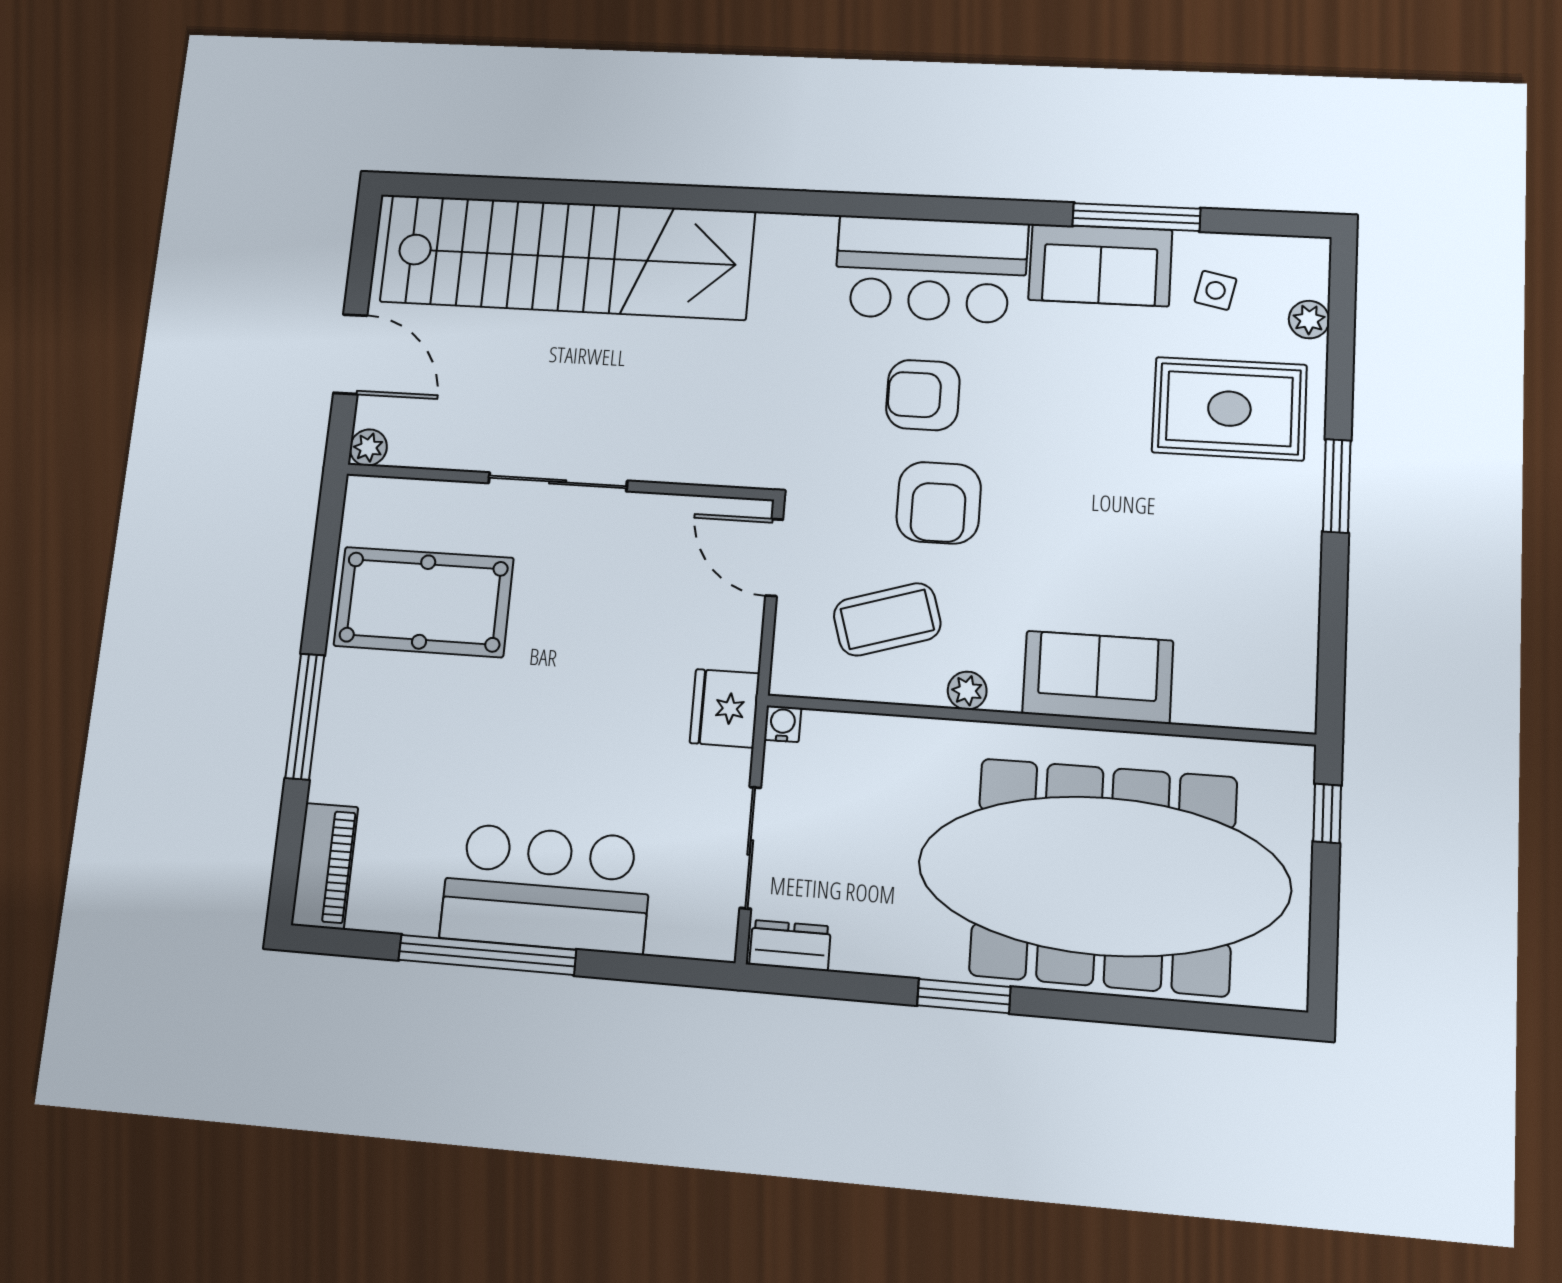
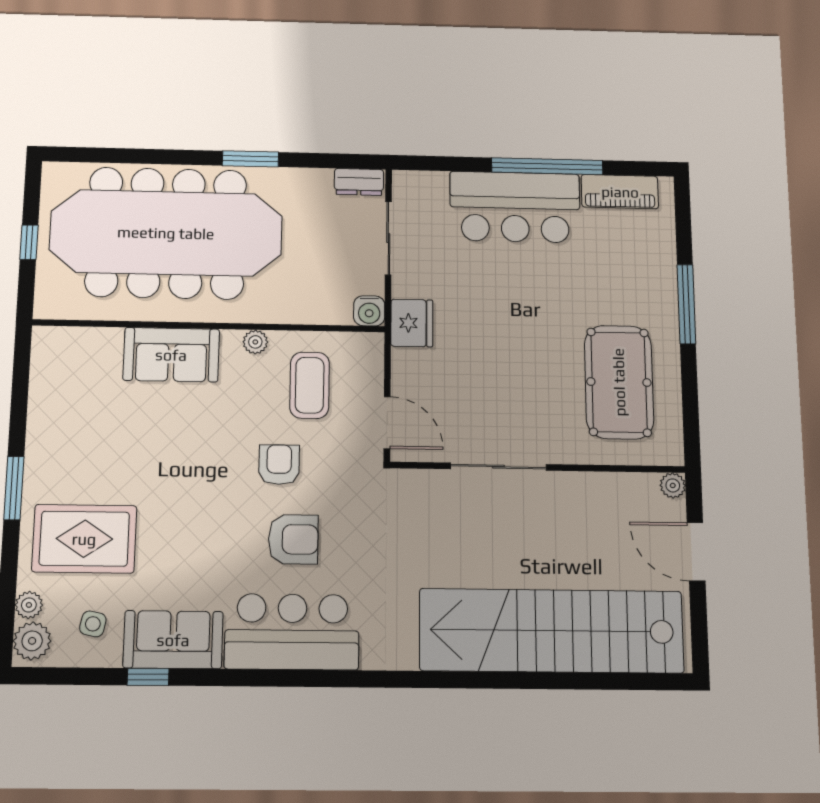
window: (1136, 217) -> (148, 677), width x0.46
plant: (1303, 271) -> (32, 641), added
sliding door: (558, 482) -> (498, 467), moved
armchair: (939, 503) -> (279, 465), width x0.72, depth x0.72
pool table: (424, 602) -> (619, 382), turned 90
coffee table: (887, 619) -> (310, 385), turned -73
water cooler: (783, 724) -> (369, 311), width x1.38, depth x1.38
window: (1327, 813) -> (29, 242), moved
piano: (325, 866) -> (620, 192), moved, turned -90

